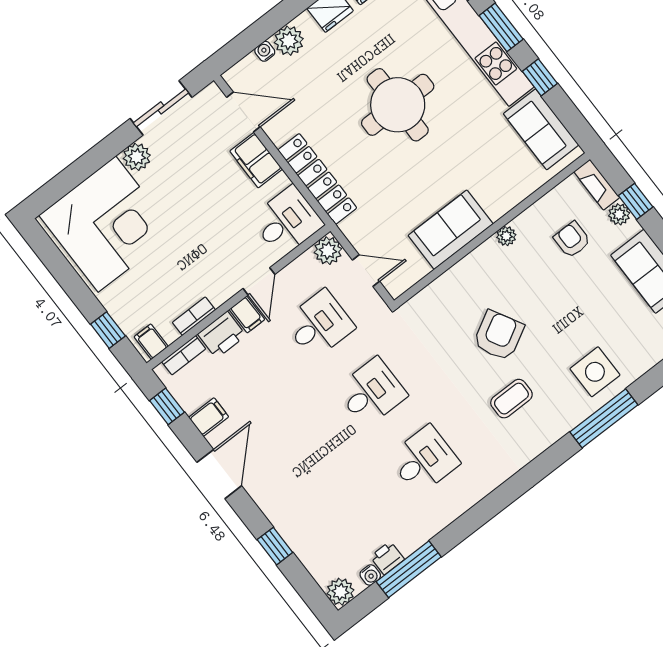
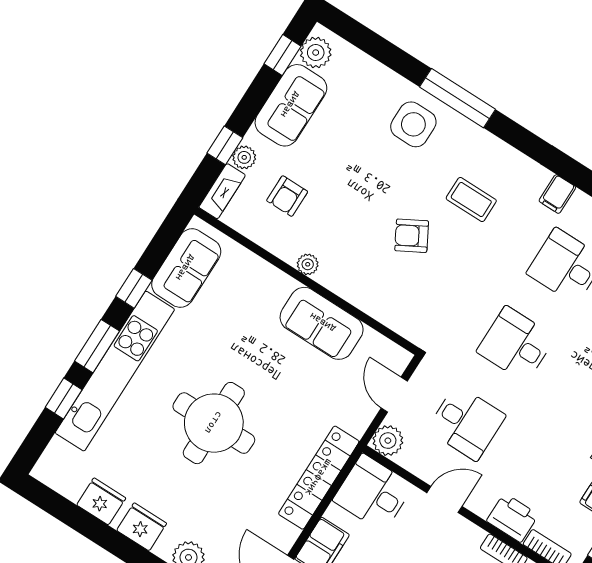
filing cabinet: (247, 314) -> (557, 194), moved, turned 180
desk: (319, 324) -> (466, 423), turned 180
armchair: (499, 335) -> (412, 236), width x0.72, depth x0.72

